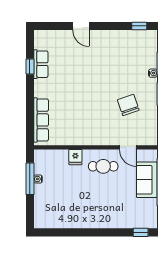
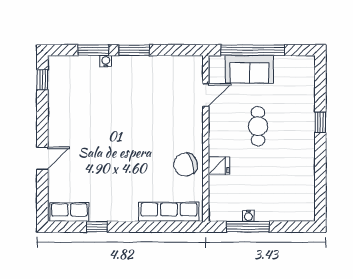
row of seats: (41, 64) -> (69, 212), moved
chair: (128, 105) -> (186, 164), moved
cafe table: (103, 166) -> (258, 126), moved
window: (141, 232) -> (320, 122), moved

